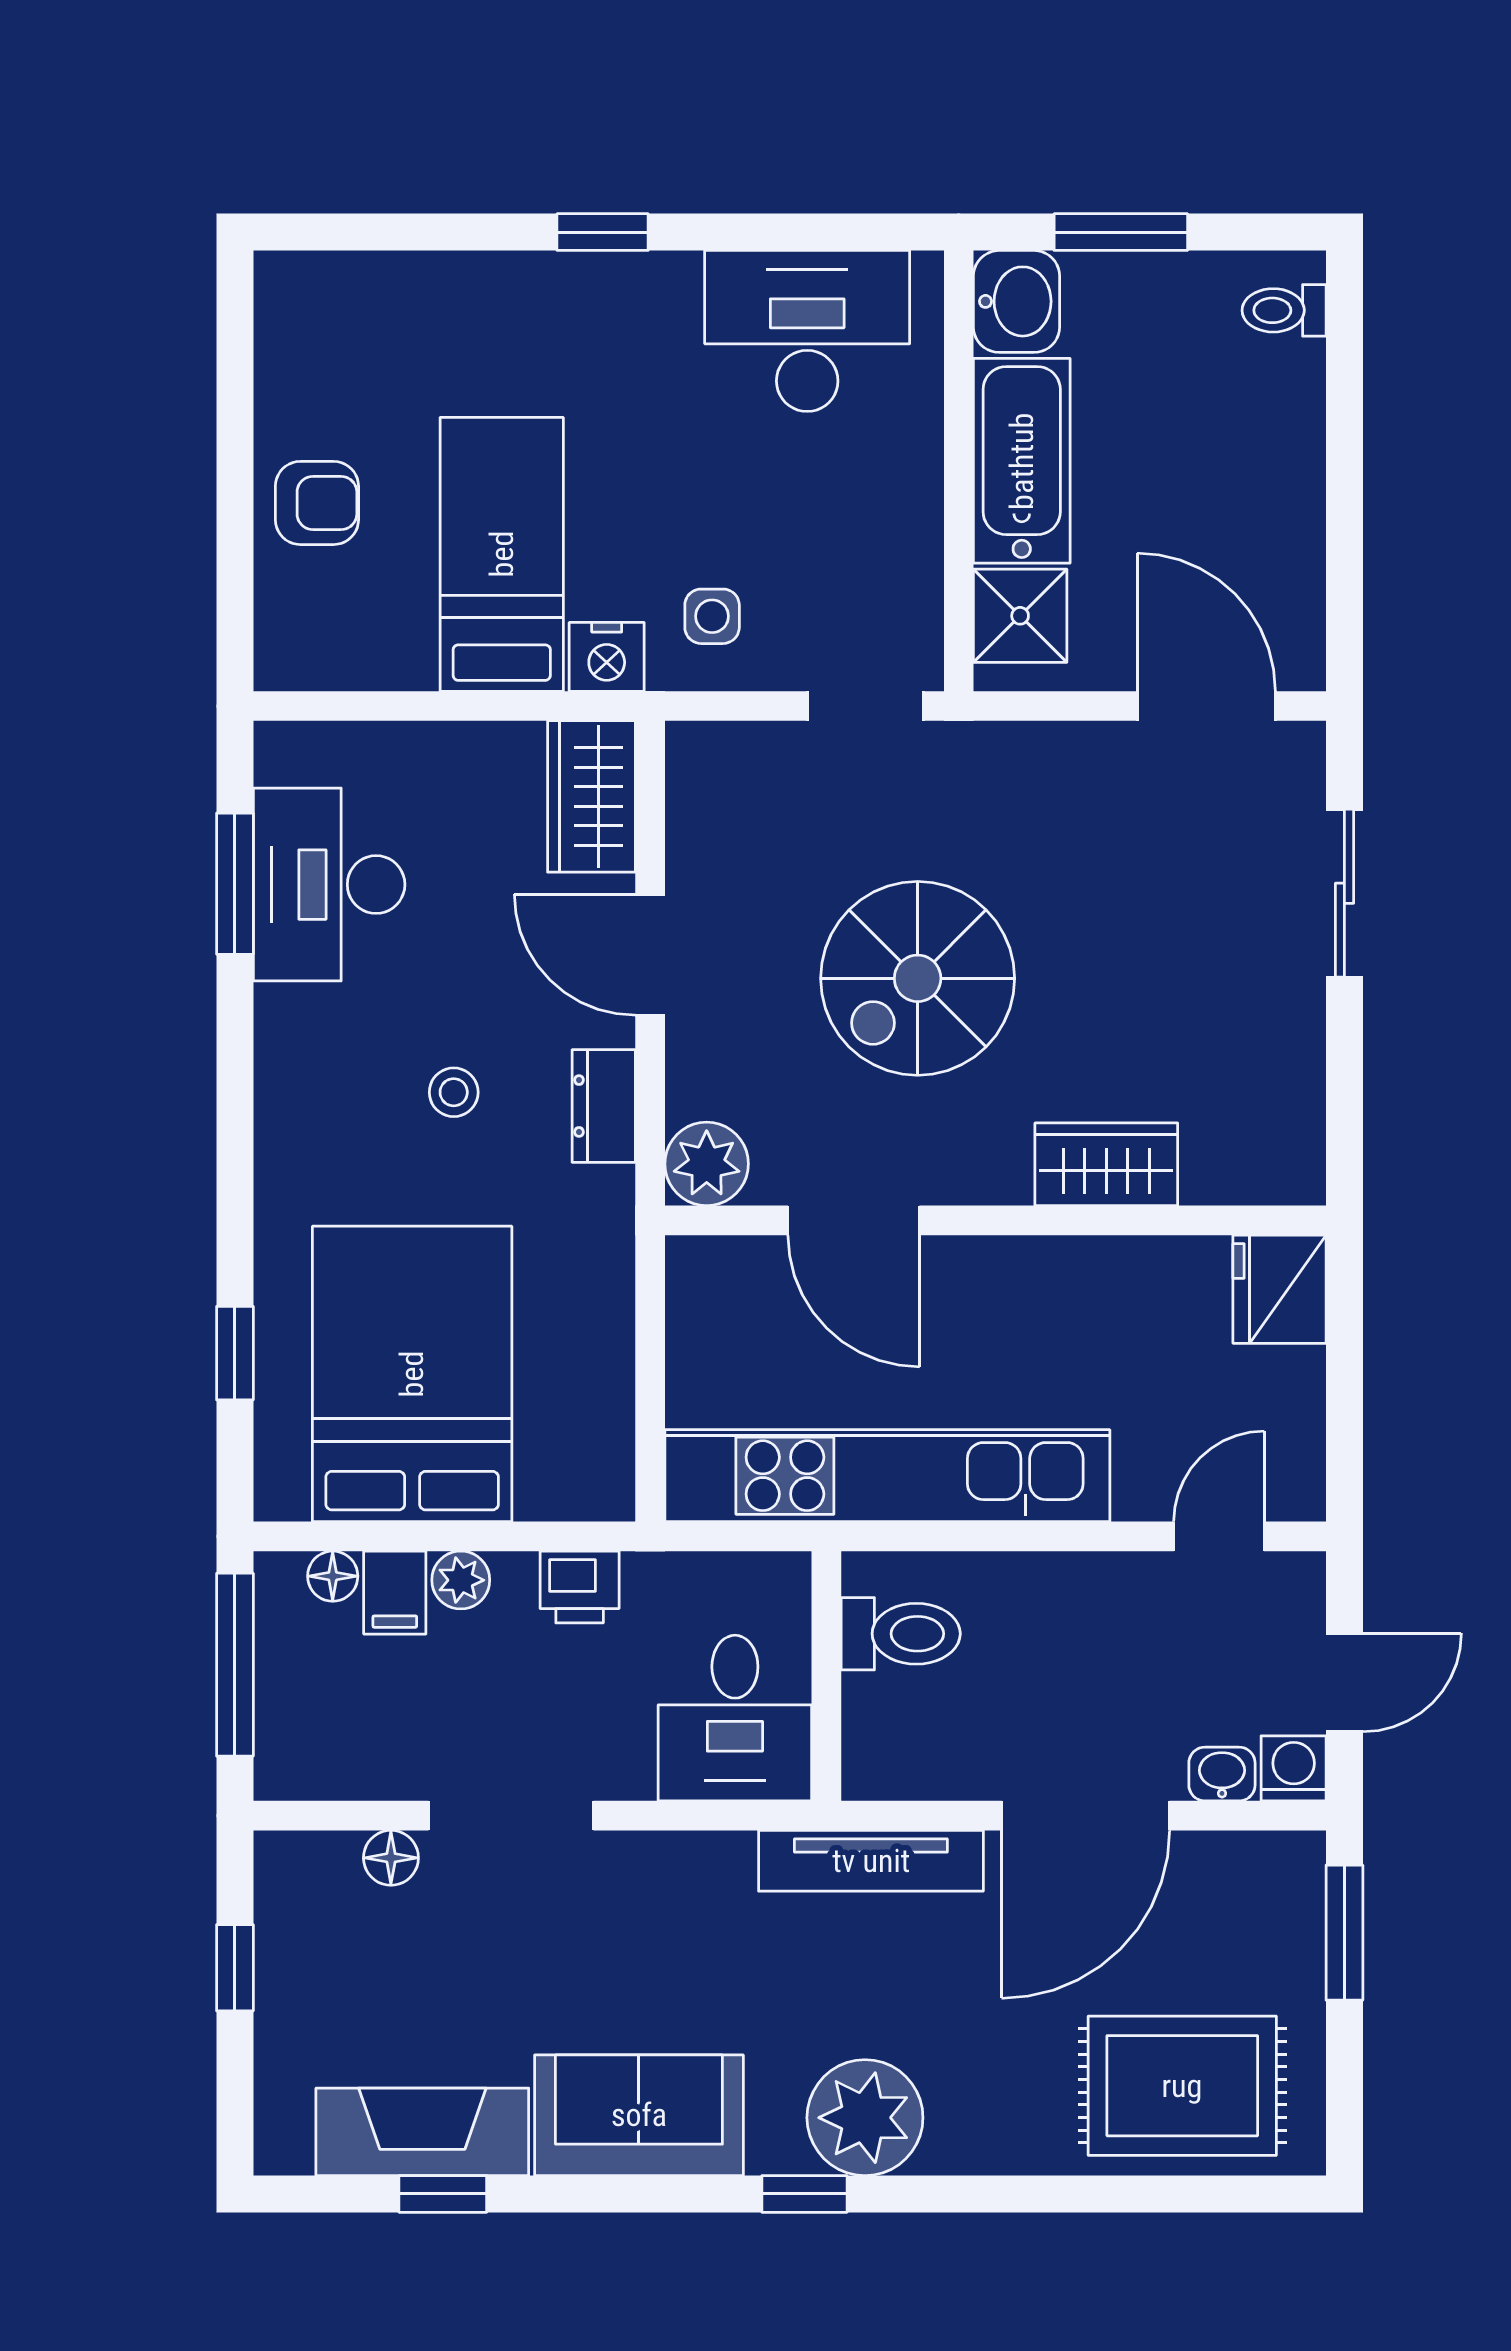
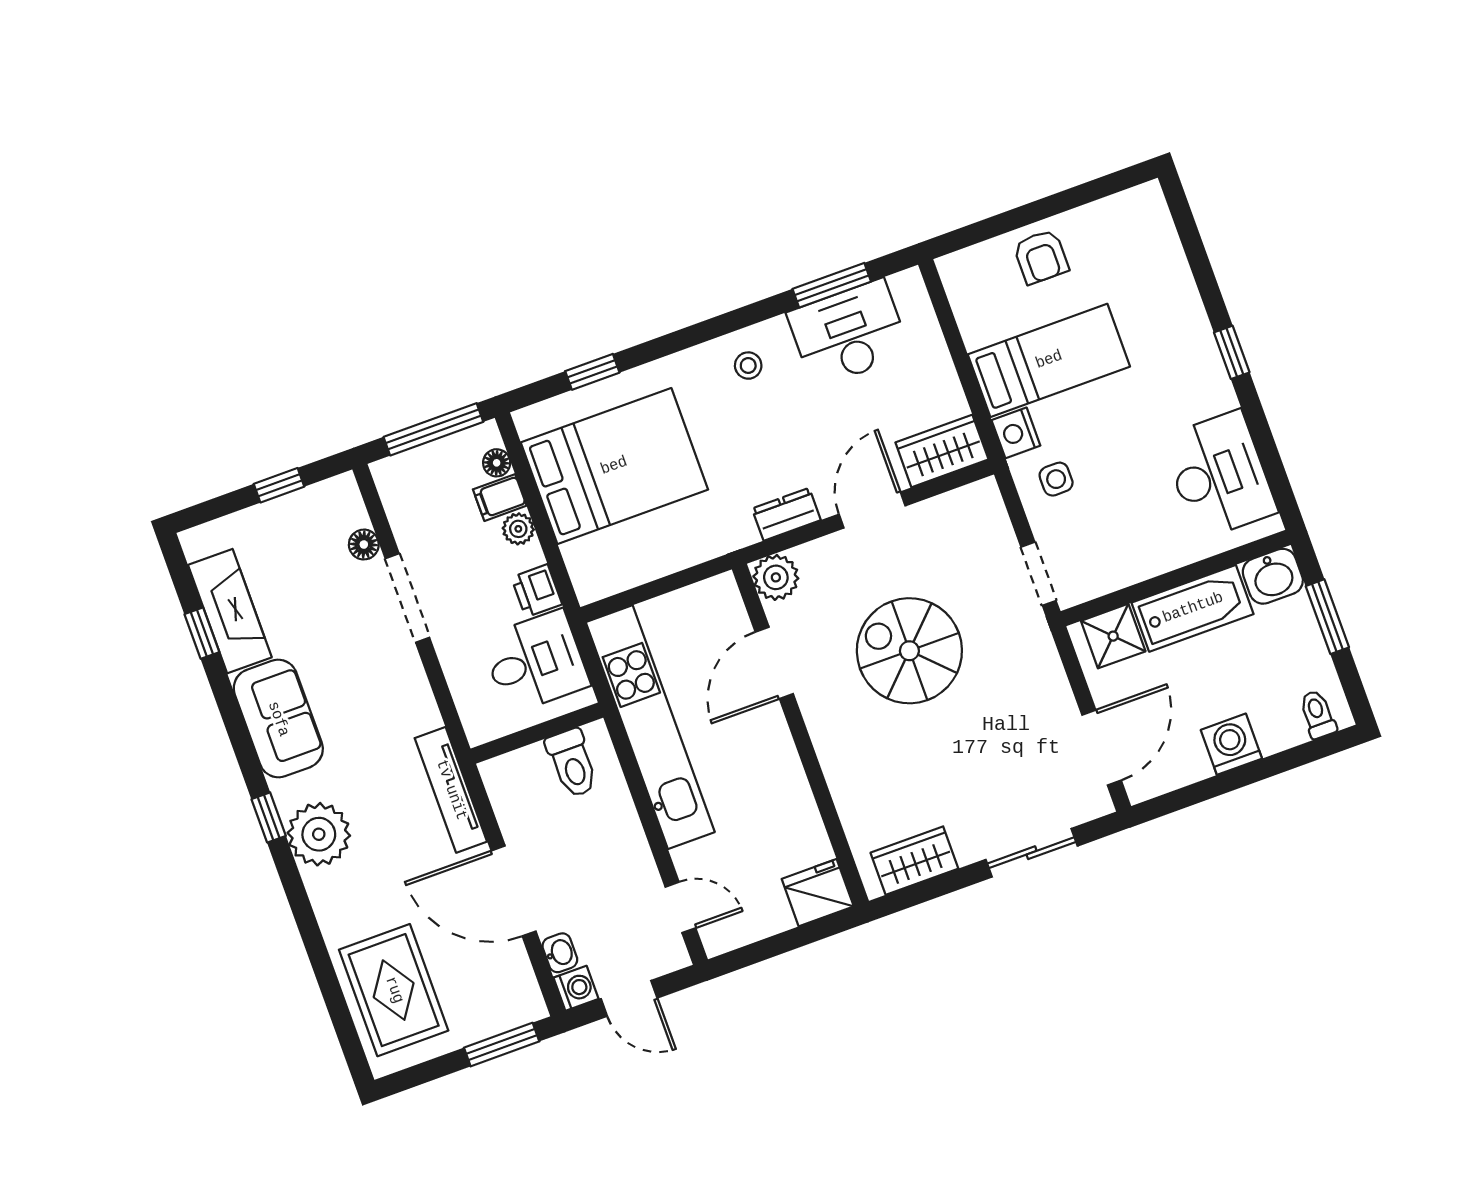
washing machine: (1282, 479) -> (1231, 744), added
stool: (454, 1092) -> (748, 366), moved
wardrobe: (1106, 1164) -> (914, 861), moved, turned -90
desk: (735, 1718) -> (535, 662), moved, turned 180

